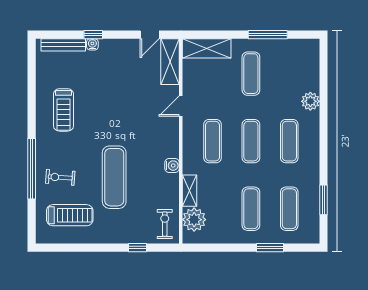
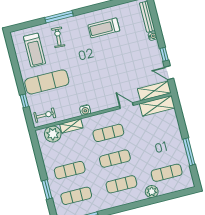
window: (93, 35) -> (164, 54), moved
shelving: (207, 48) -> (157, 106), moved, turned 90
exercise mat: (251, 74) -> (167, 173), moved
window: (32, 169) -> (59, 17), width x0.68
exercise mat: (114, 177) -> (47, 82), moved

